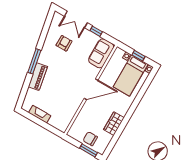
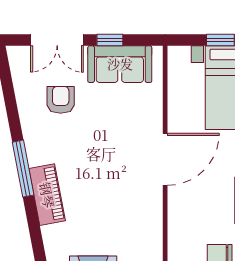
sofa: (101, 53) -> (120, 64), moved, turned -90

